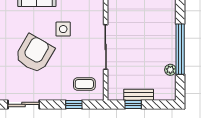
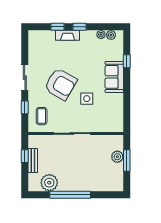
armchair: (34, 54) -> (61, 84), moved
plant: (170, 70) -> (49, 183), width x1.87, depth x1.87
sliding door: (24, 104) -> (25, 77), moved

